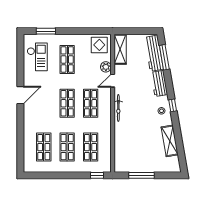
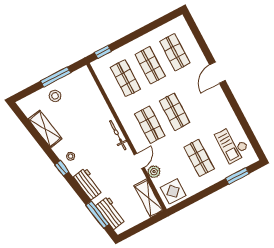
workbench: (154, 53) -> (111, 213), width x0.73
door: (20, 95) -> (217, 73), moved
stool: (149, 161) -> (55, 96), added

